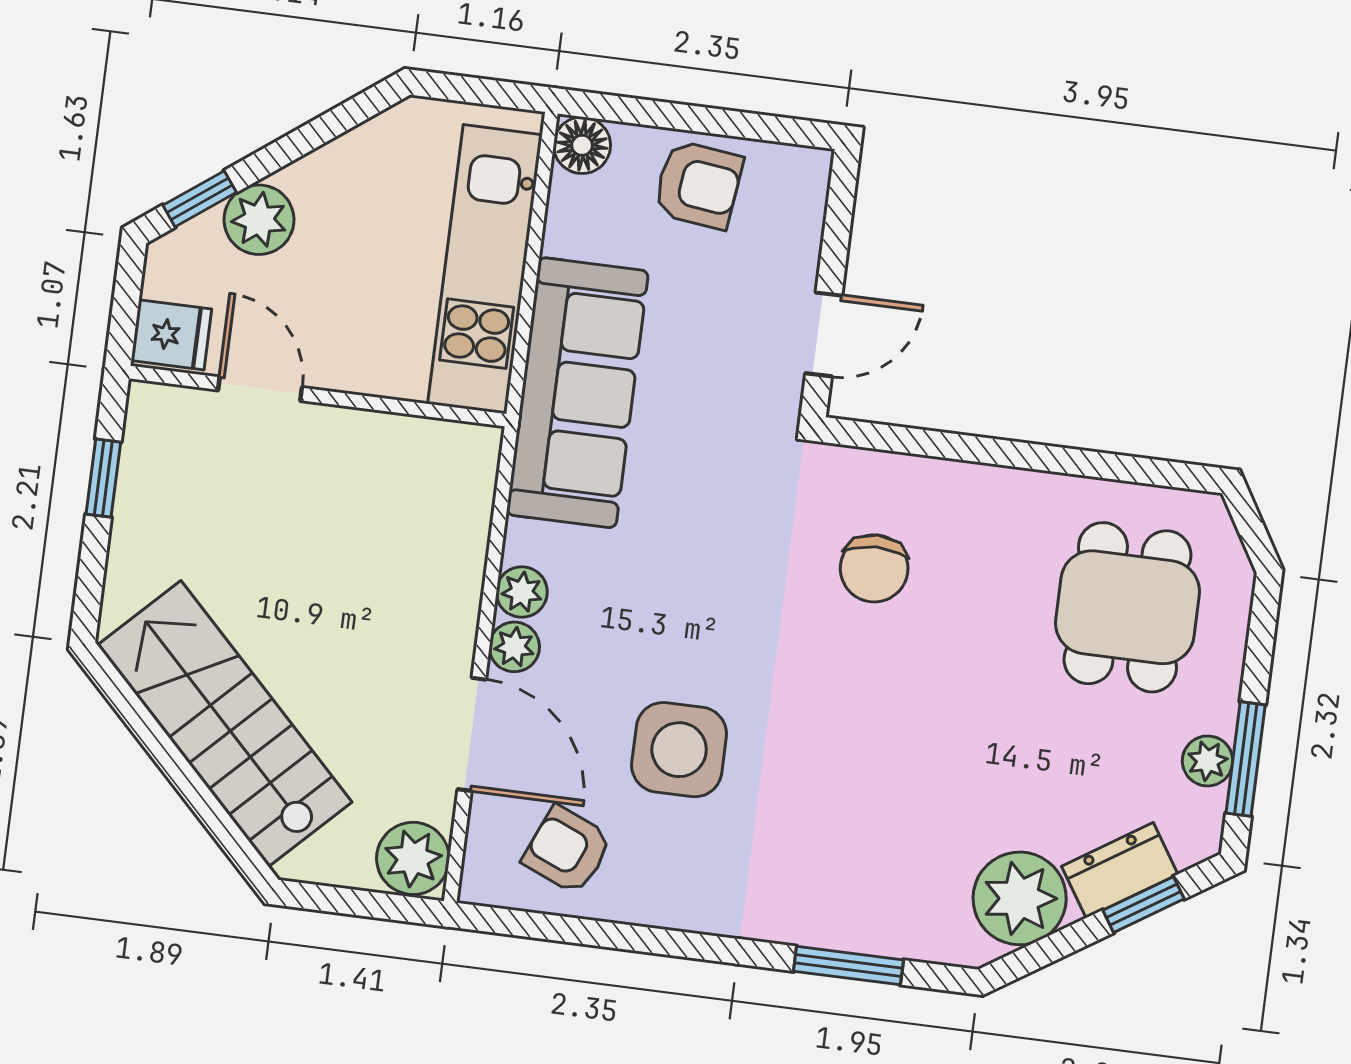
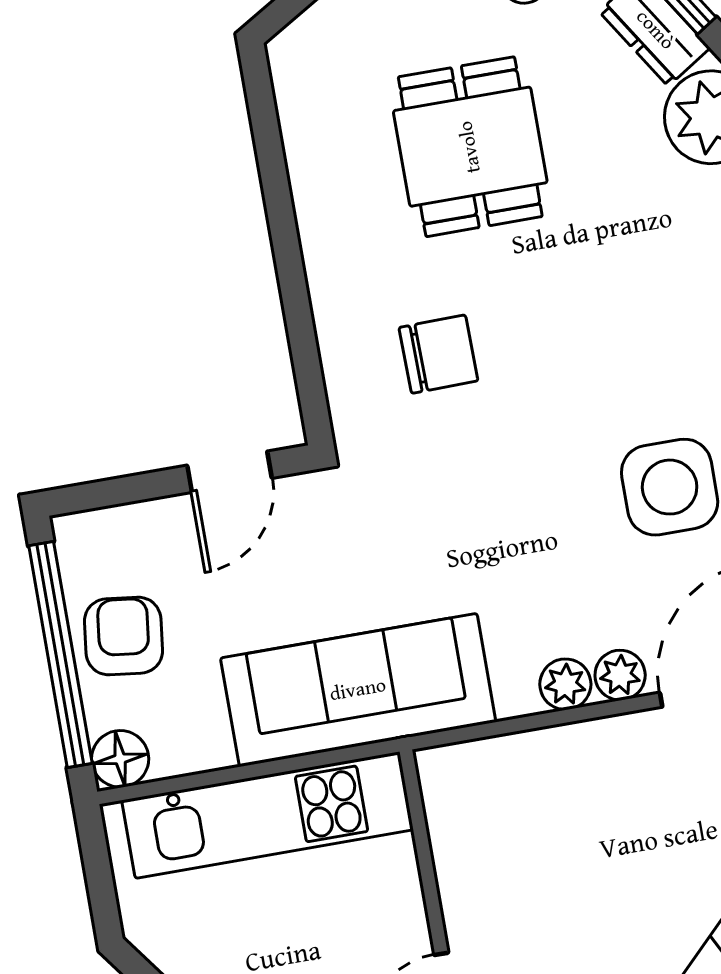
window: (699, 119) -> (60, 654), added
door: (824, 334) -> (229, 472), swing flipped
dining table: (1127, 607) -> (470, 147), moved, turned 90

